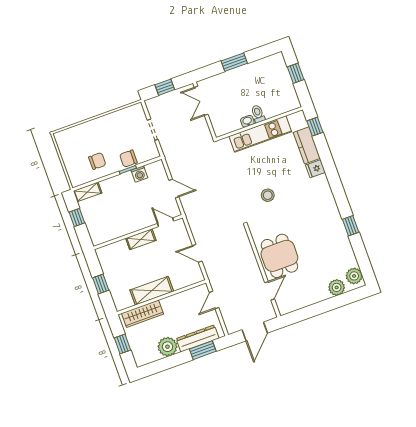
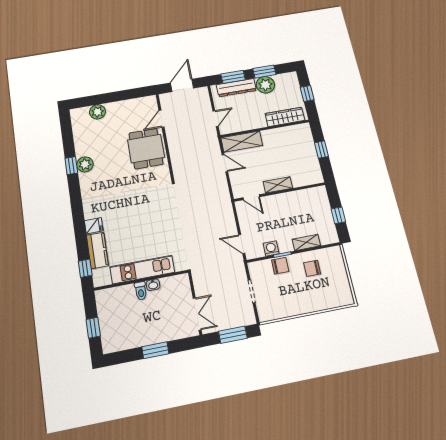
window: (165, 87) -> (233, 335), width x1.50
door: (174, 189) -> (242, 244), moved
shelving: (87, 192) -> (306, 242), moved
stool: (268, 195) -> (146, 207), removed
plant: (354, 276) -> (85, 164), moved
shelving: (152, 291) -> (242, 142), moved
window: (170, 362) -> (264, 72), added

